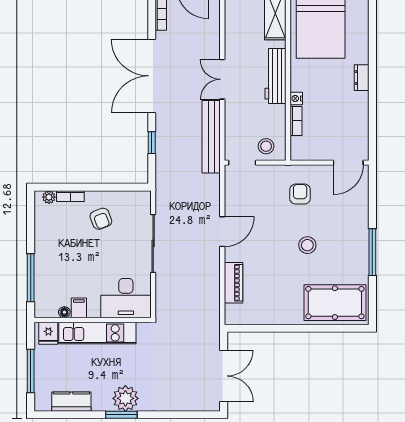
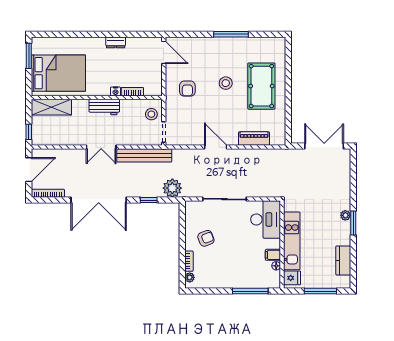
workbench: (276, 76) -> (104, 107), width x0.73
dresser: (362, 78) -> (116, 42), moved
plant: (168, 174) -> (172, 188), added
armchair: (300, 194) -> (187, 89), turned -90
pool table: (335, 303) -> (261, 86), moved
plant: (125, 398) -> (345, 215), width x0.53, depth x0.53

